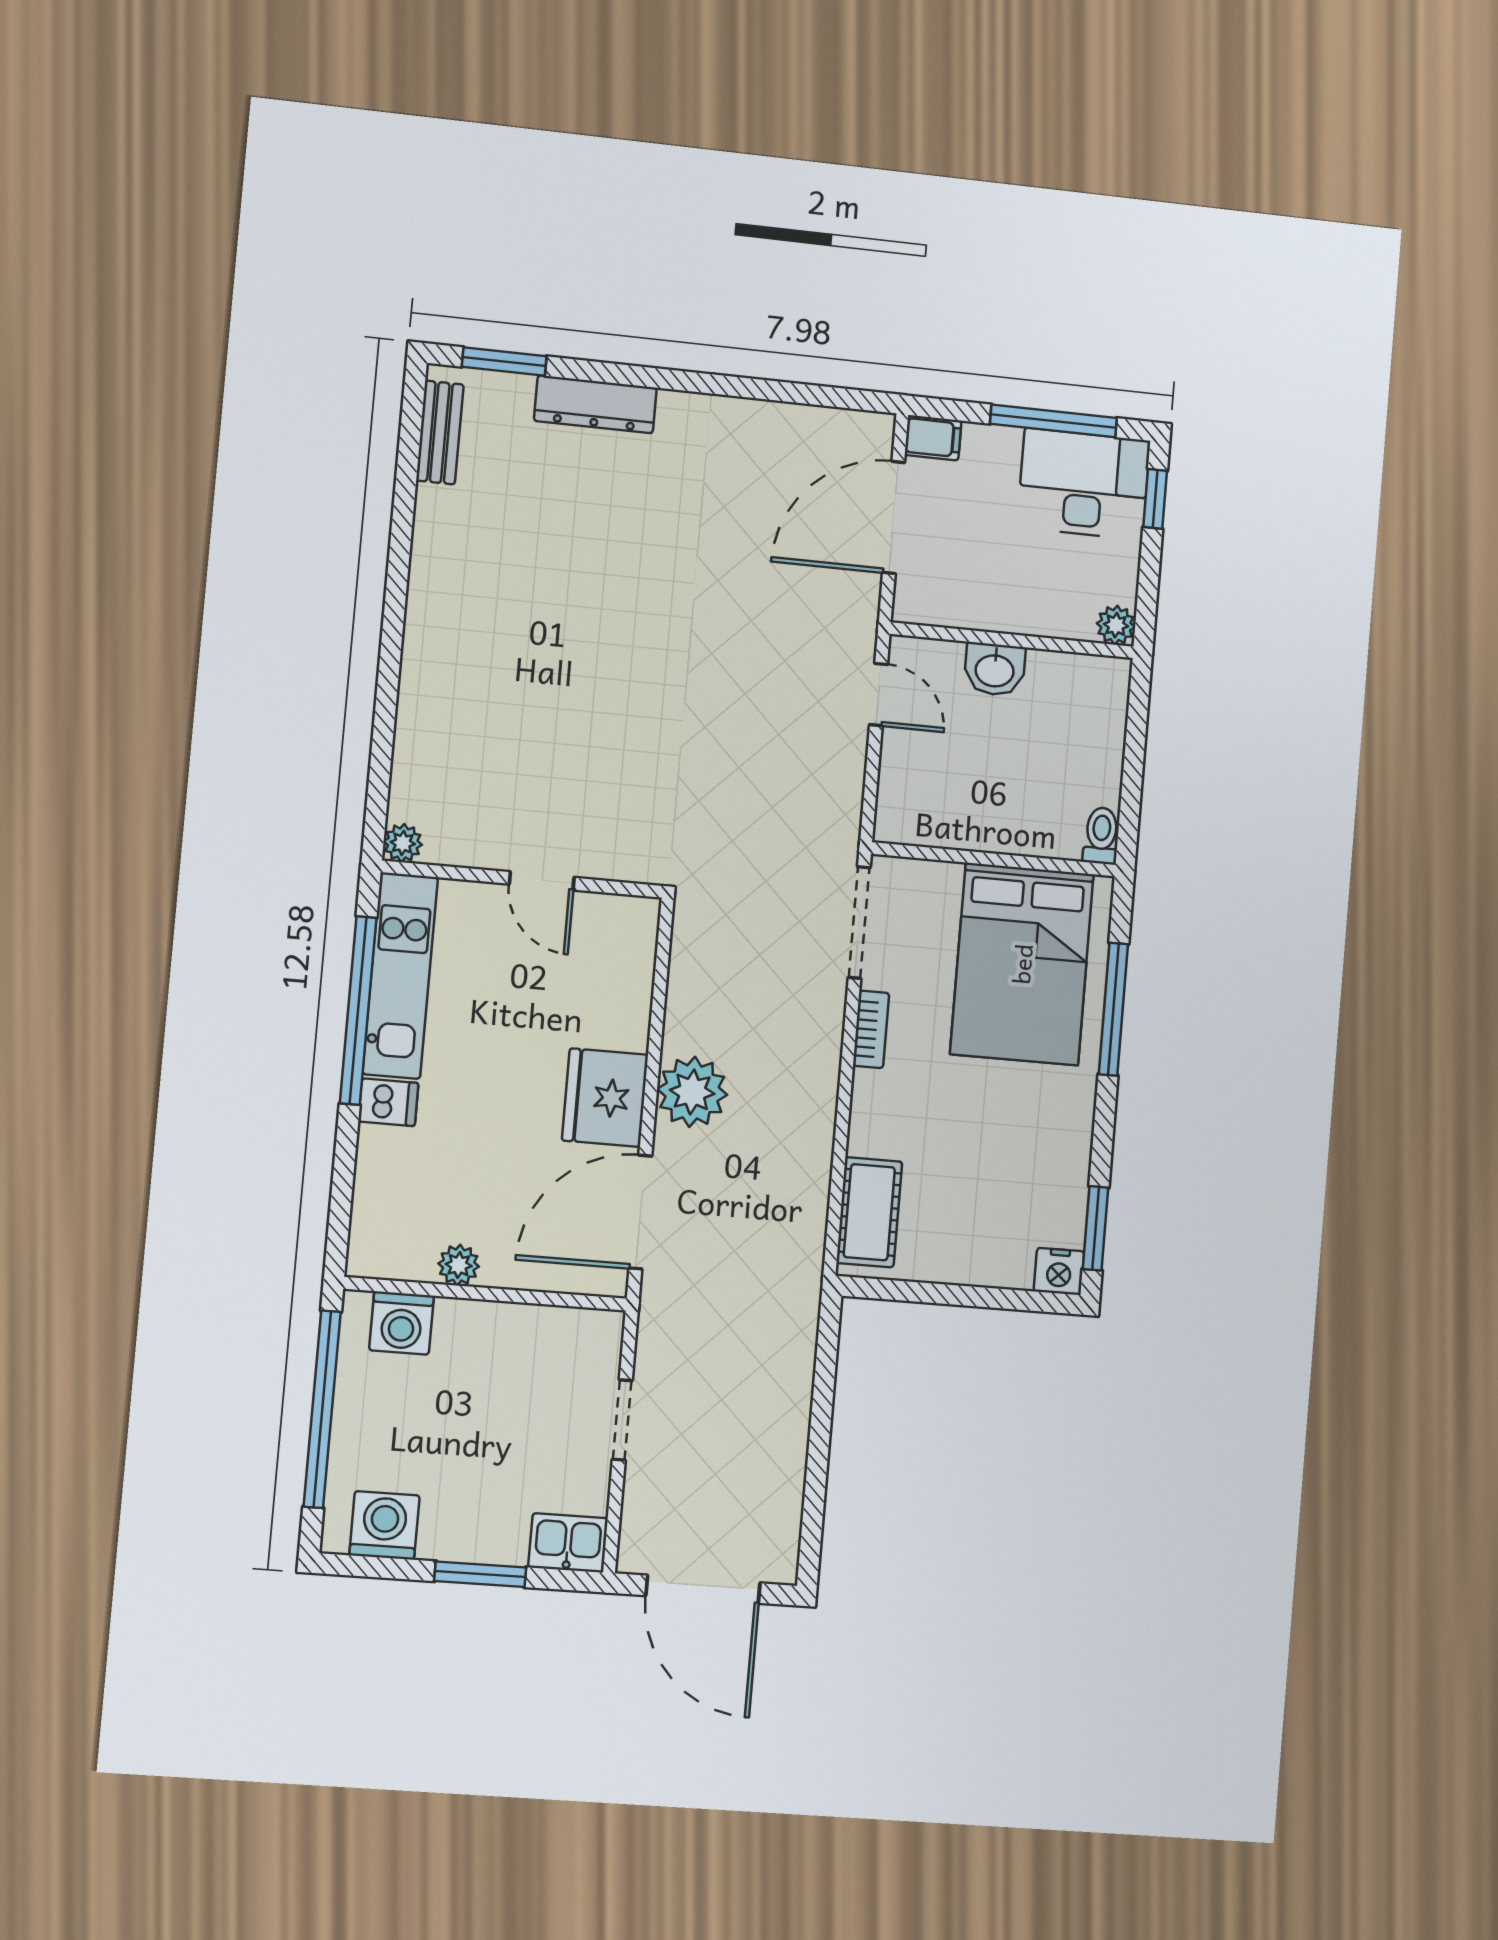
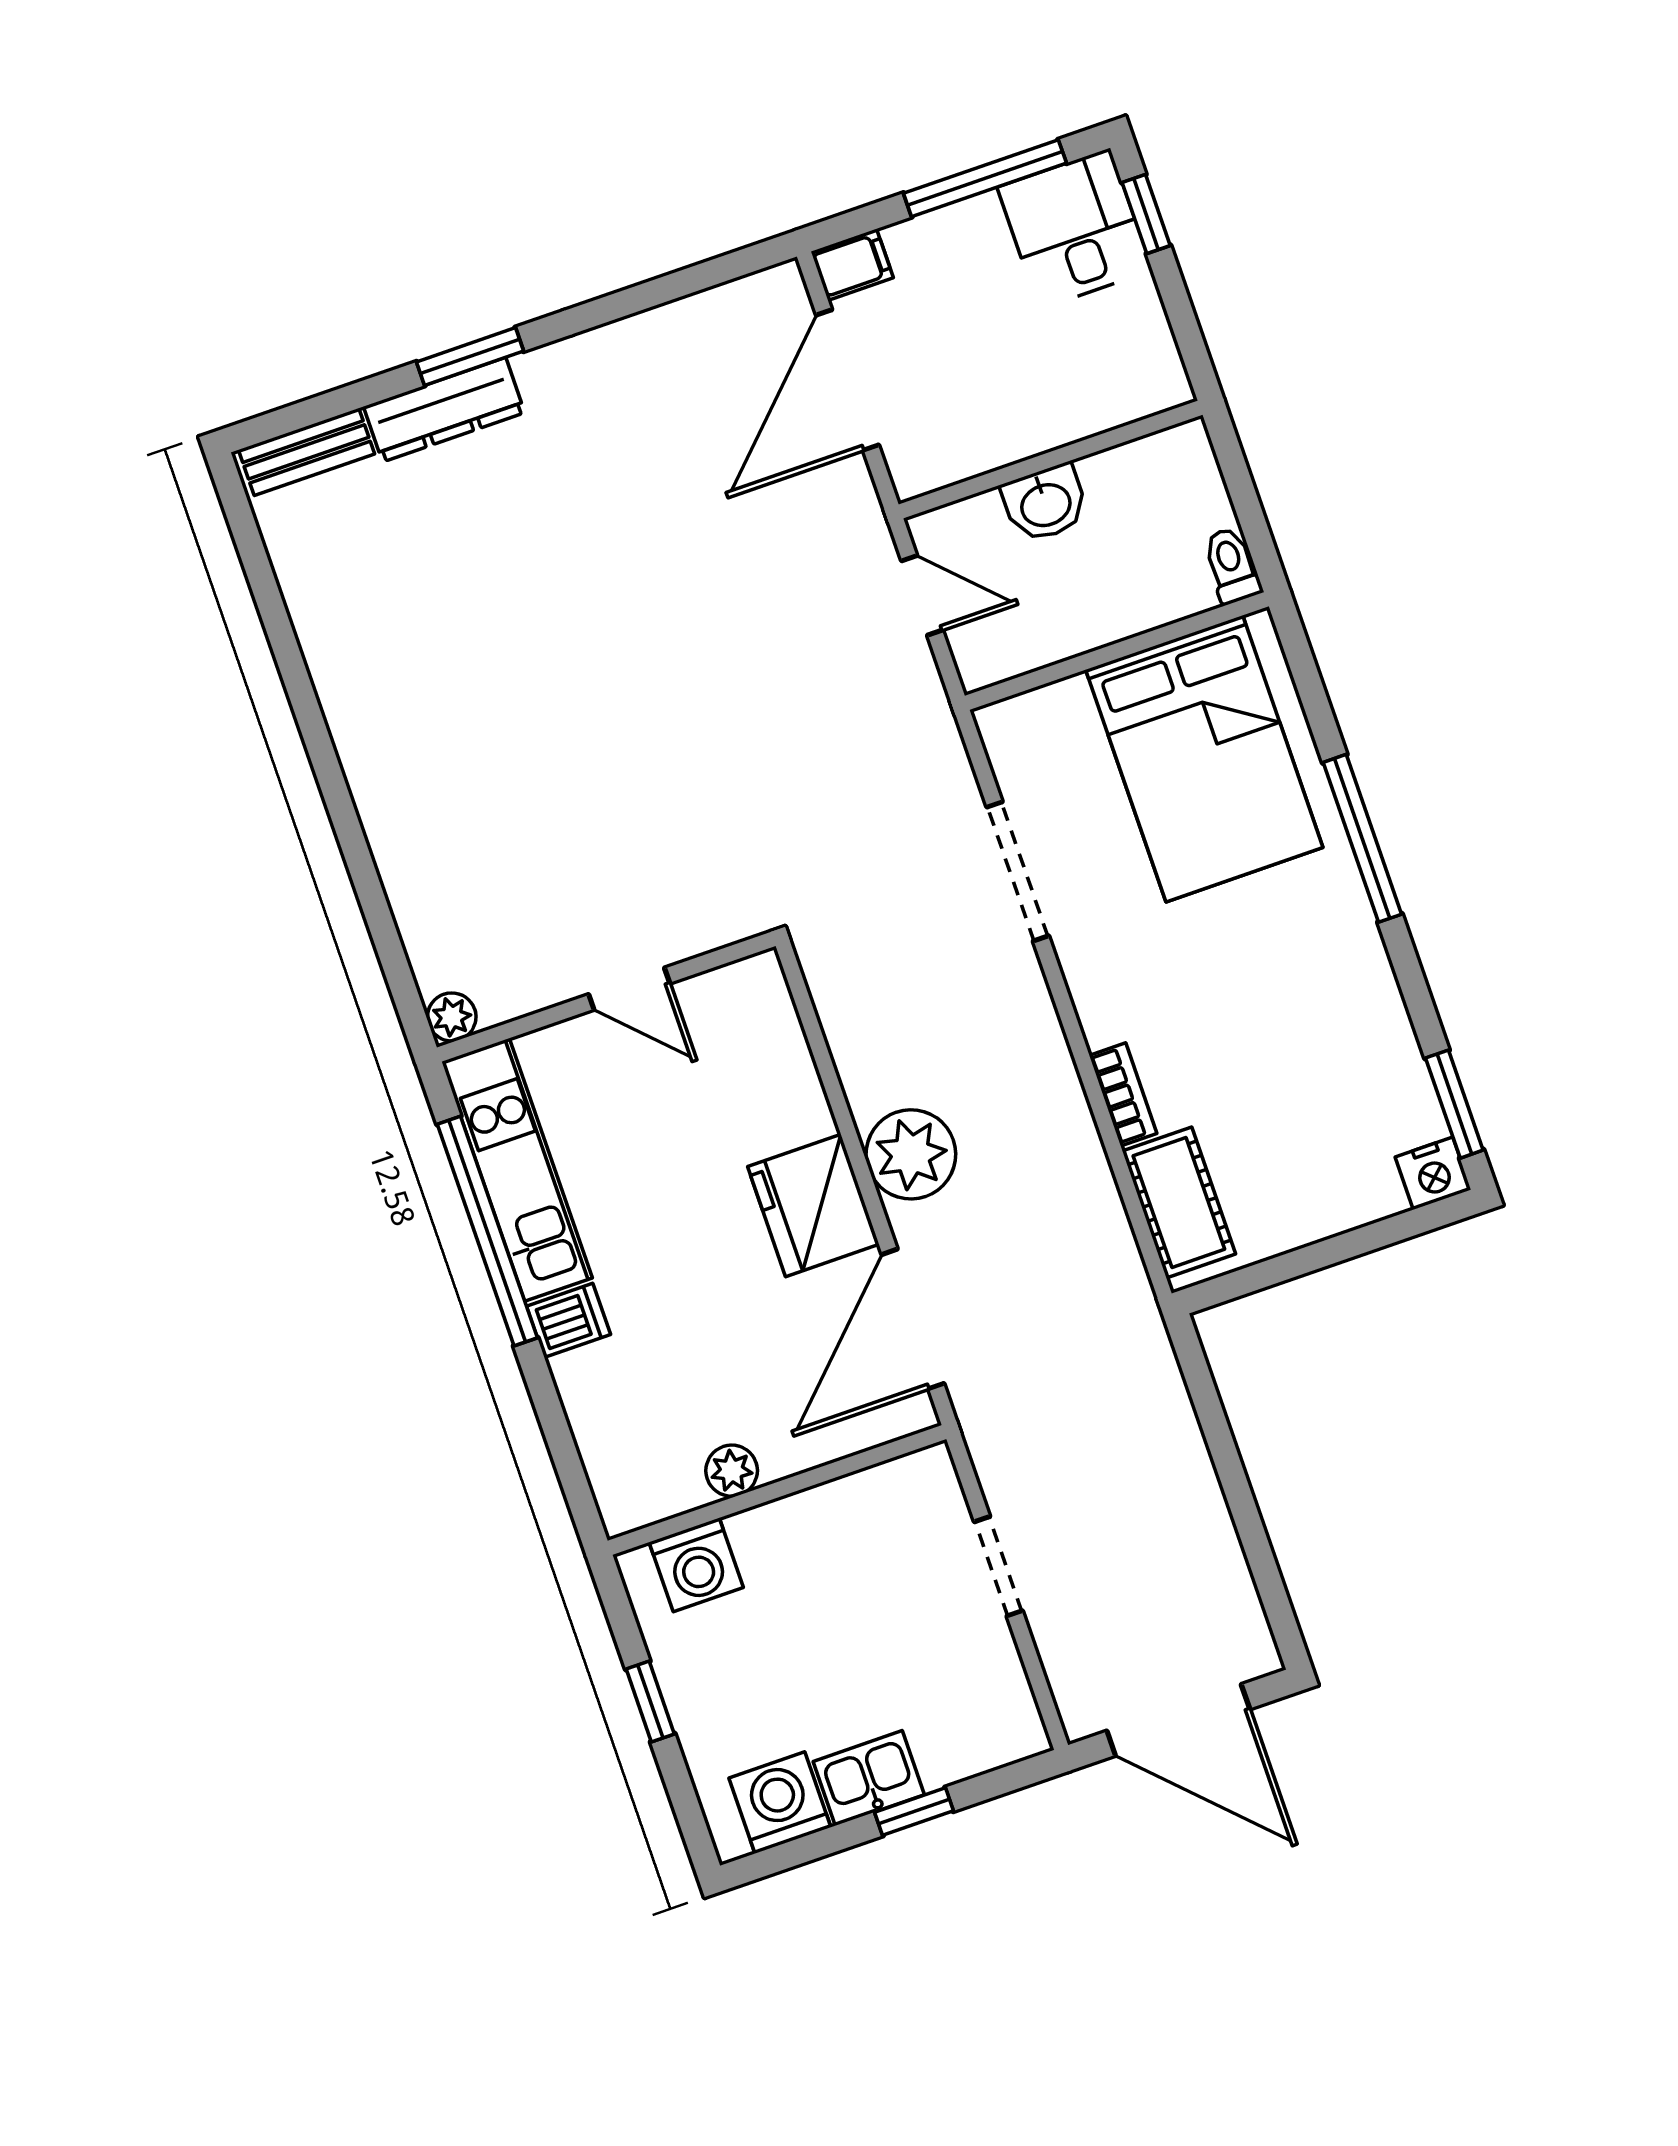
window: (504, 362) -> (470, 357), moved
bench: (440, 432) -> (307, 452), moved, turned 90
desk: (1084, 484) -> (1075, 229), width x0.73
plant: (1116, 625) -> (1165, 385), removed
toilet: (1101, 836) -> (1232, 566), moved
wall: (994, 859) -> (1117, 651), moved
bed: (1022, 964) -> (1204, 759), moved
bookcase: (871, 1029) -> (1123, 1094), moved
window: (322, 1409) -> (650, 1702), width x0.32
kitchen sink: (568, 1543) -> (869, 1778), moved
window: (480, 1574) -> (914, 1812), width x0.67

